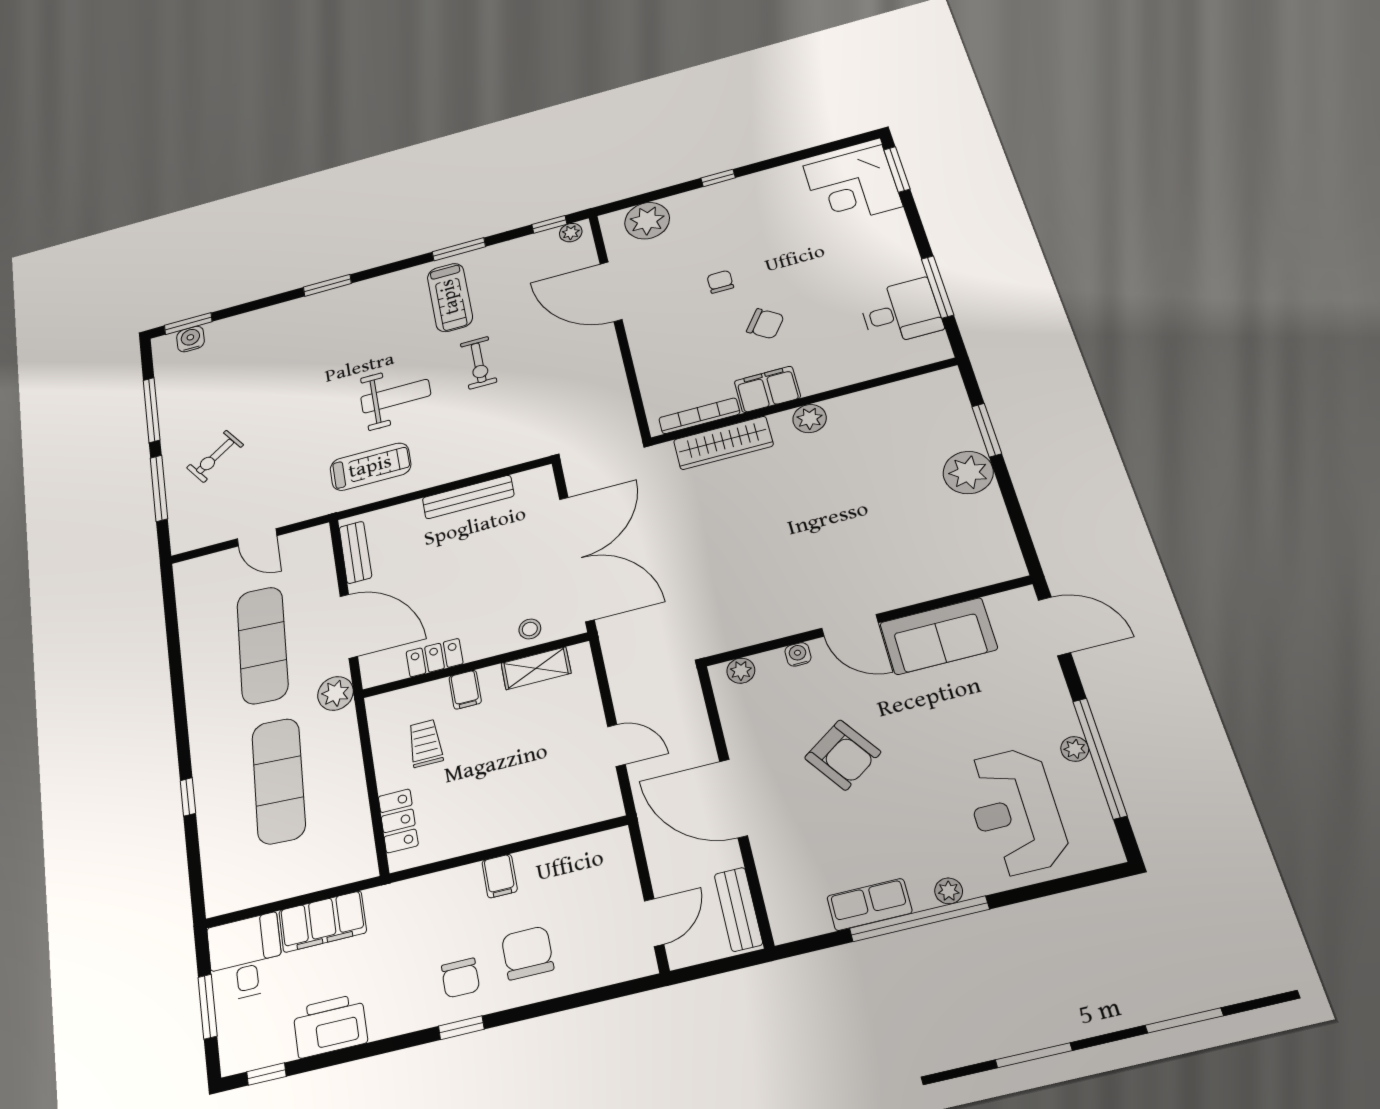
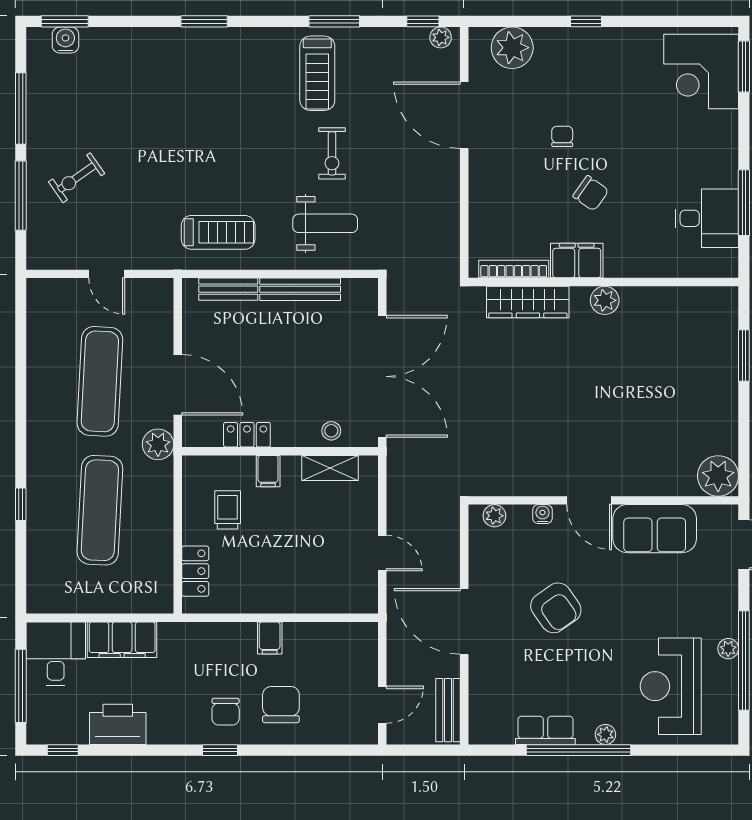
weight bench: (396, 396) -> (325, 223), moved
plant: (968, 473) -> (718, 476), moved
bench: (355, 552) -> (228, 289), moved, turned 90
window: (208, 1006) -> (21, 686), width x1.44

